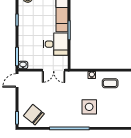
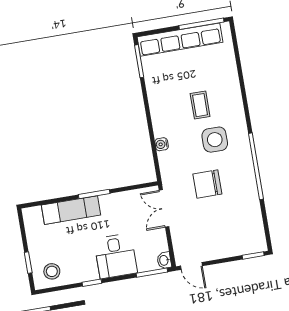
desk: (56, 44) -> (116, 256), moved, turned 180
double door: (54, 70) -> (164, 208), swing flipped
coffee table: (110, 83) -> (200, 105), moved
chair: (34, 115) -> (207, 184), moved, turned 51

